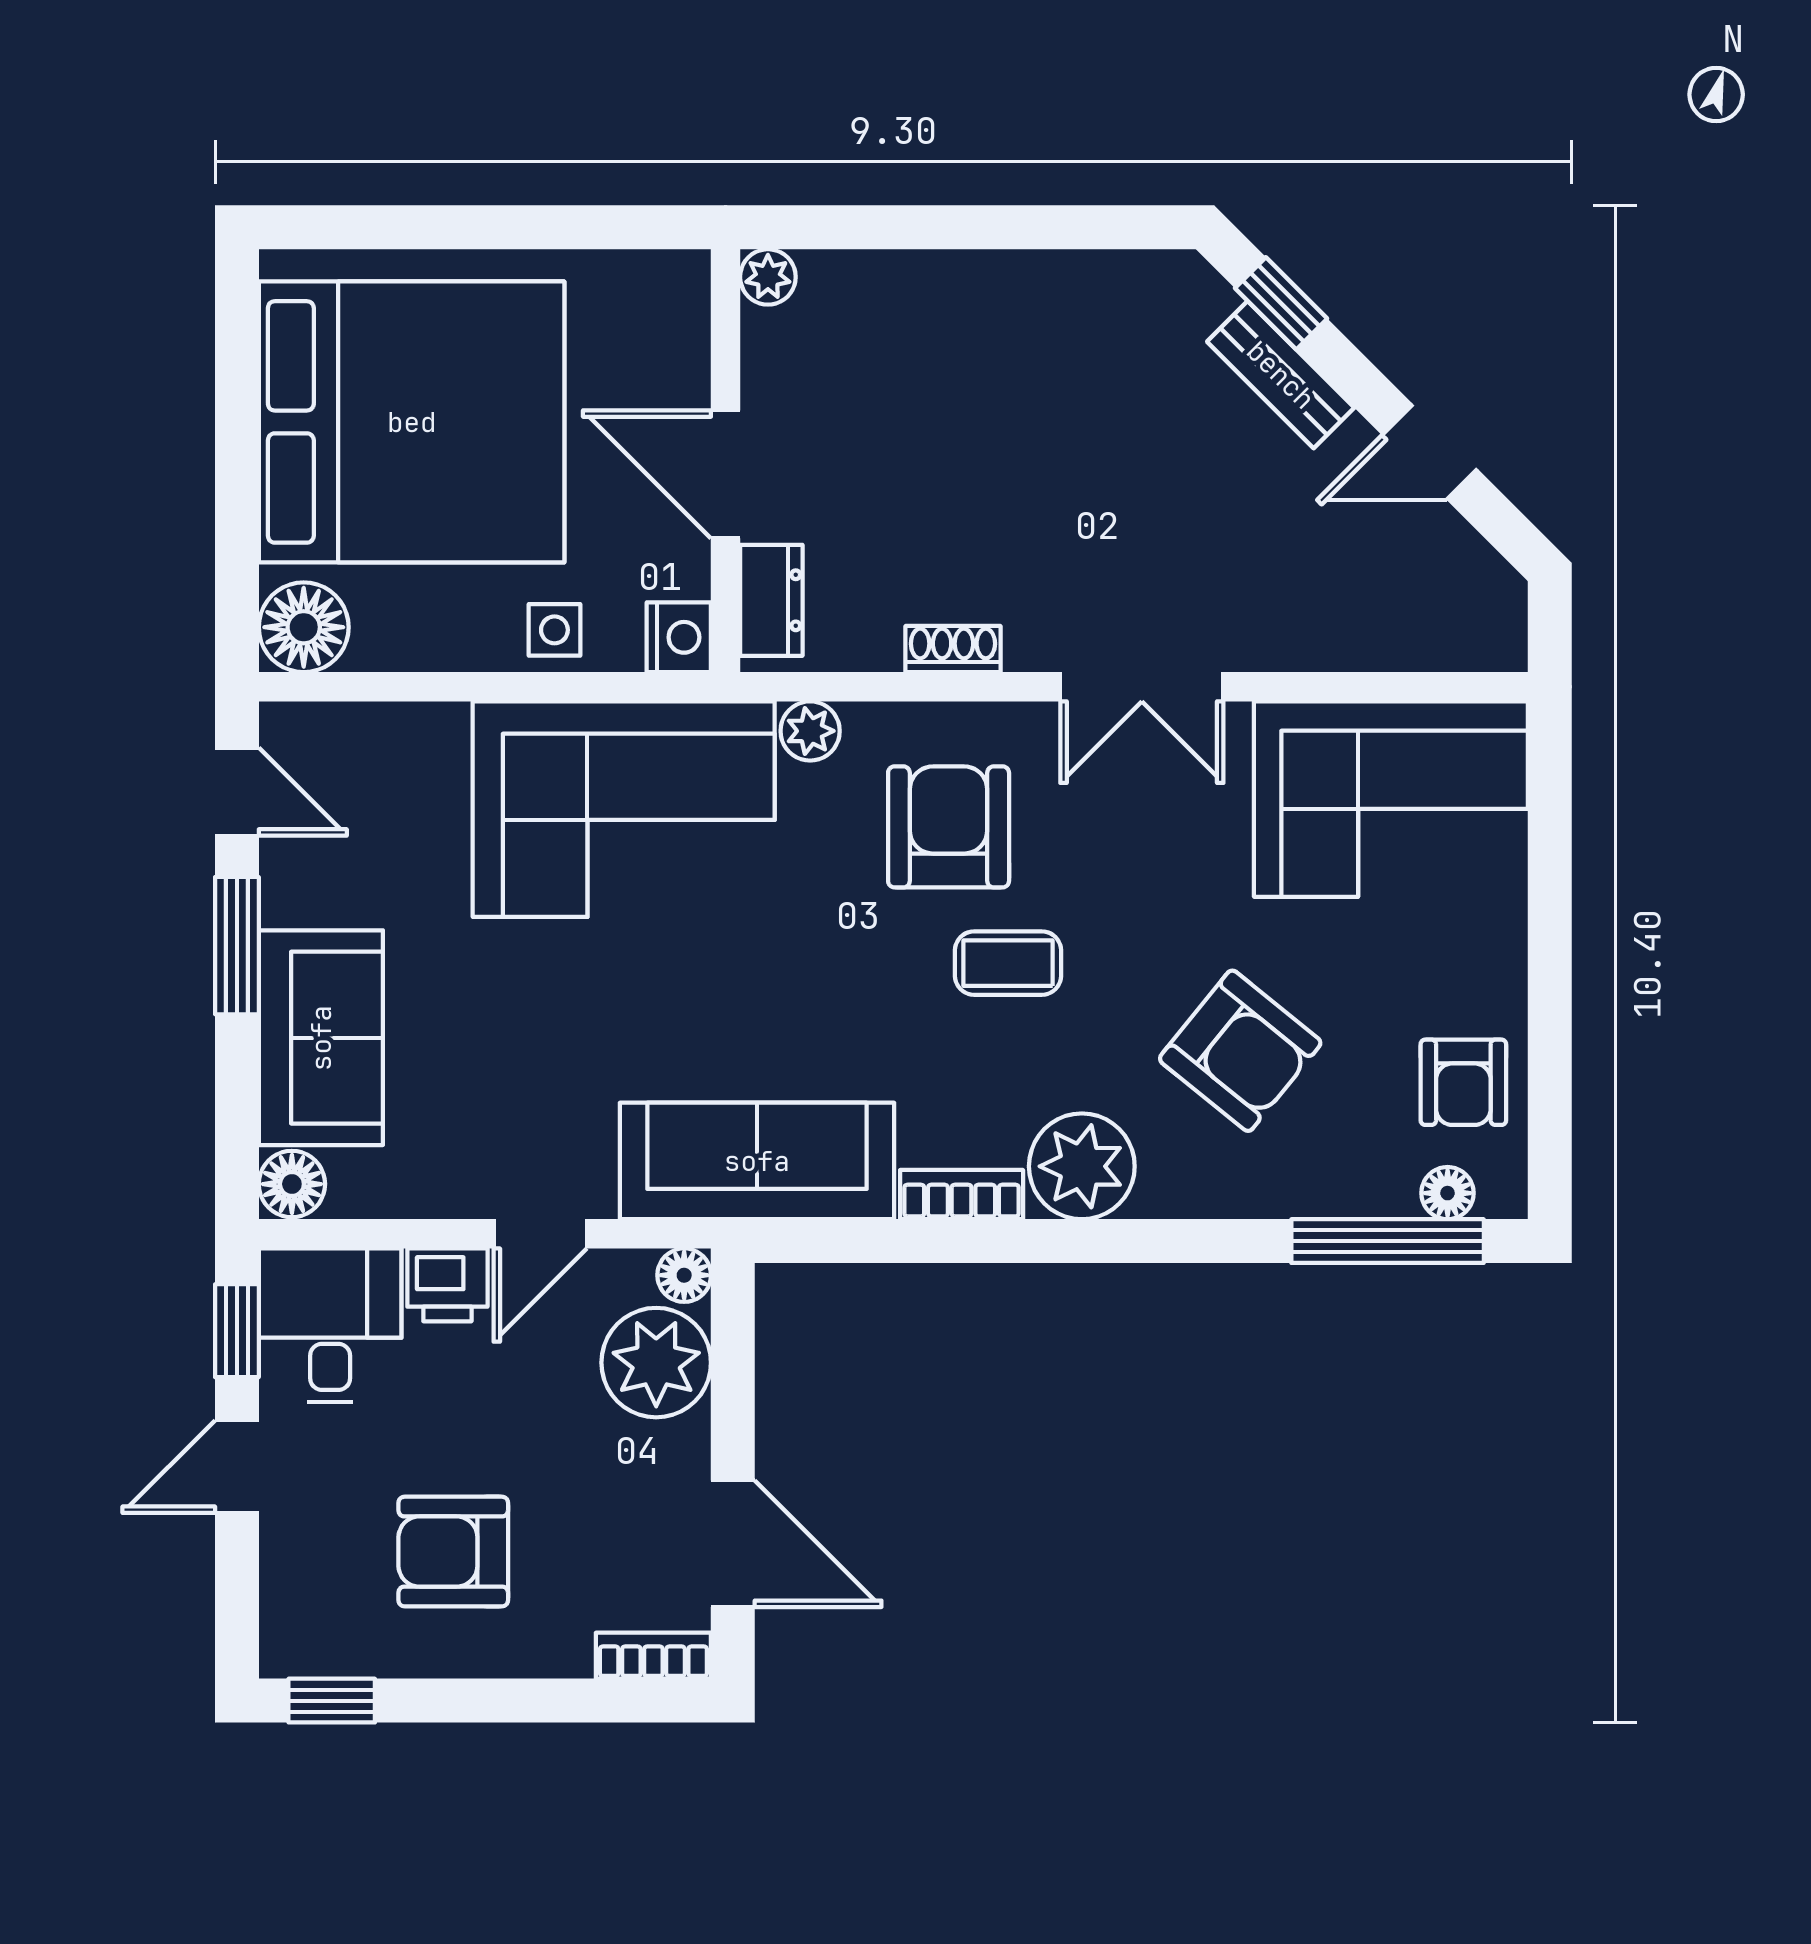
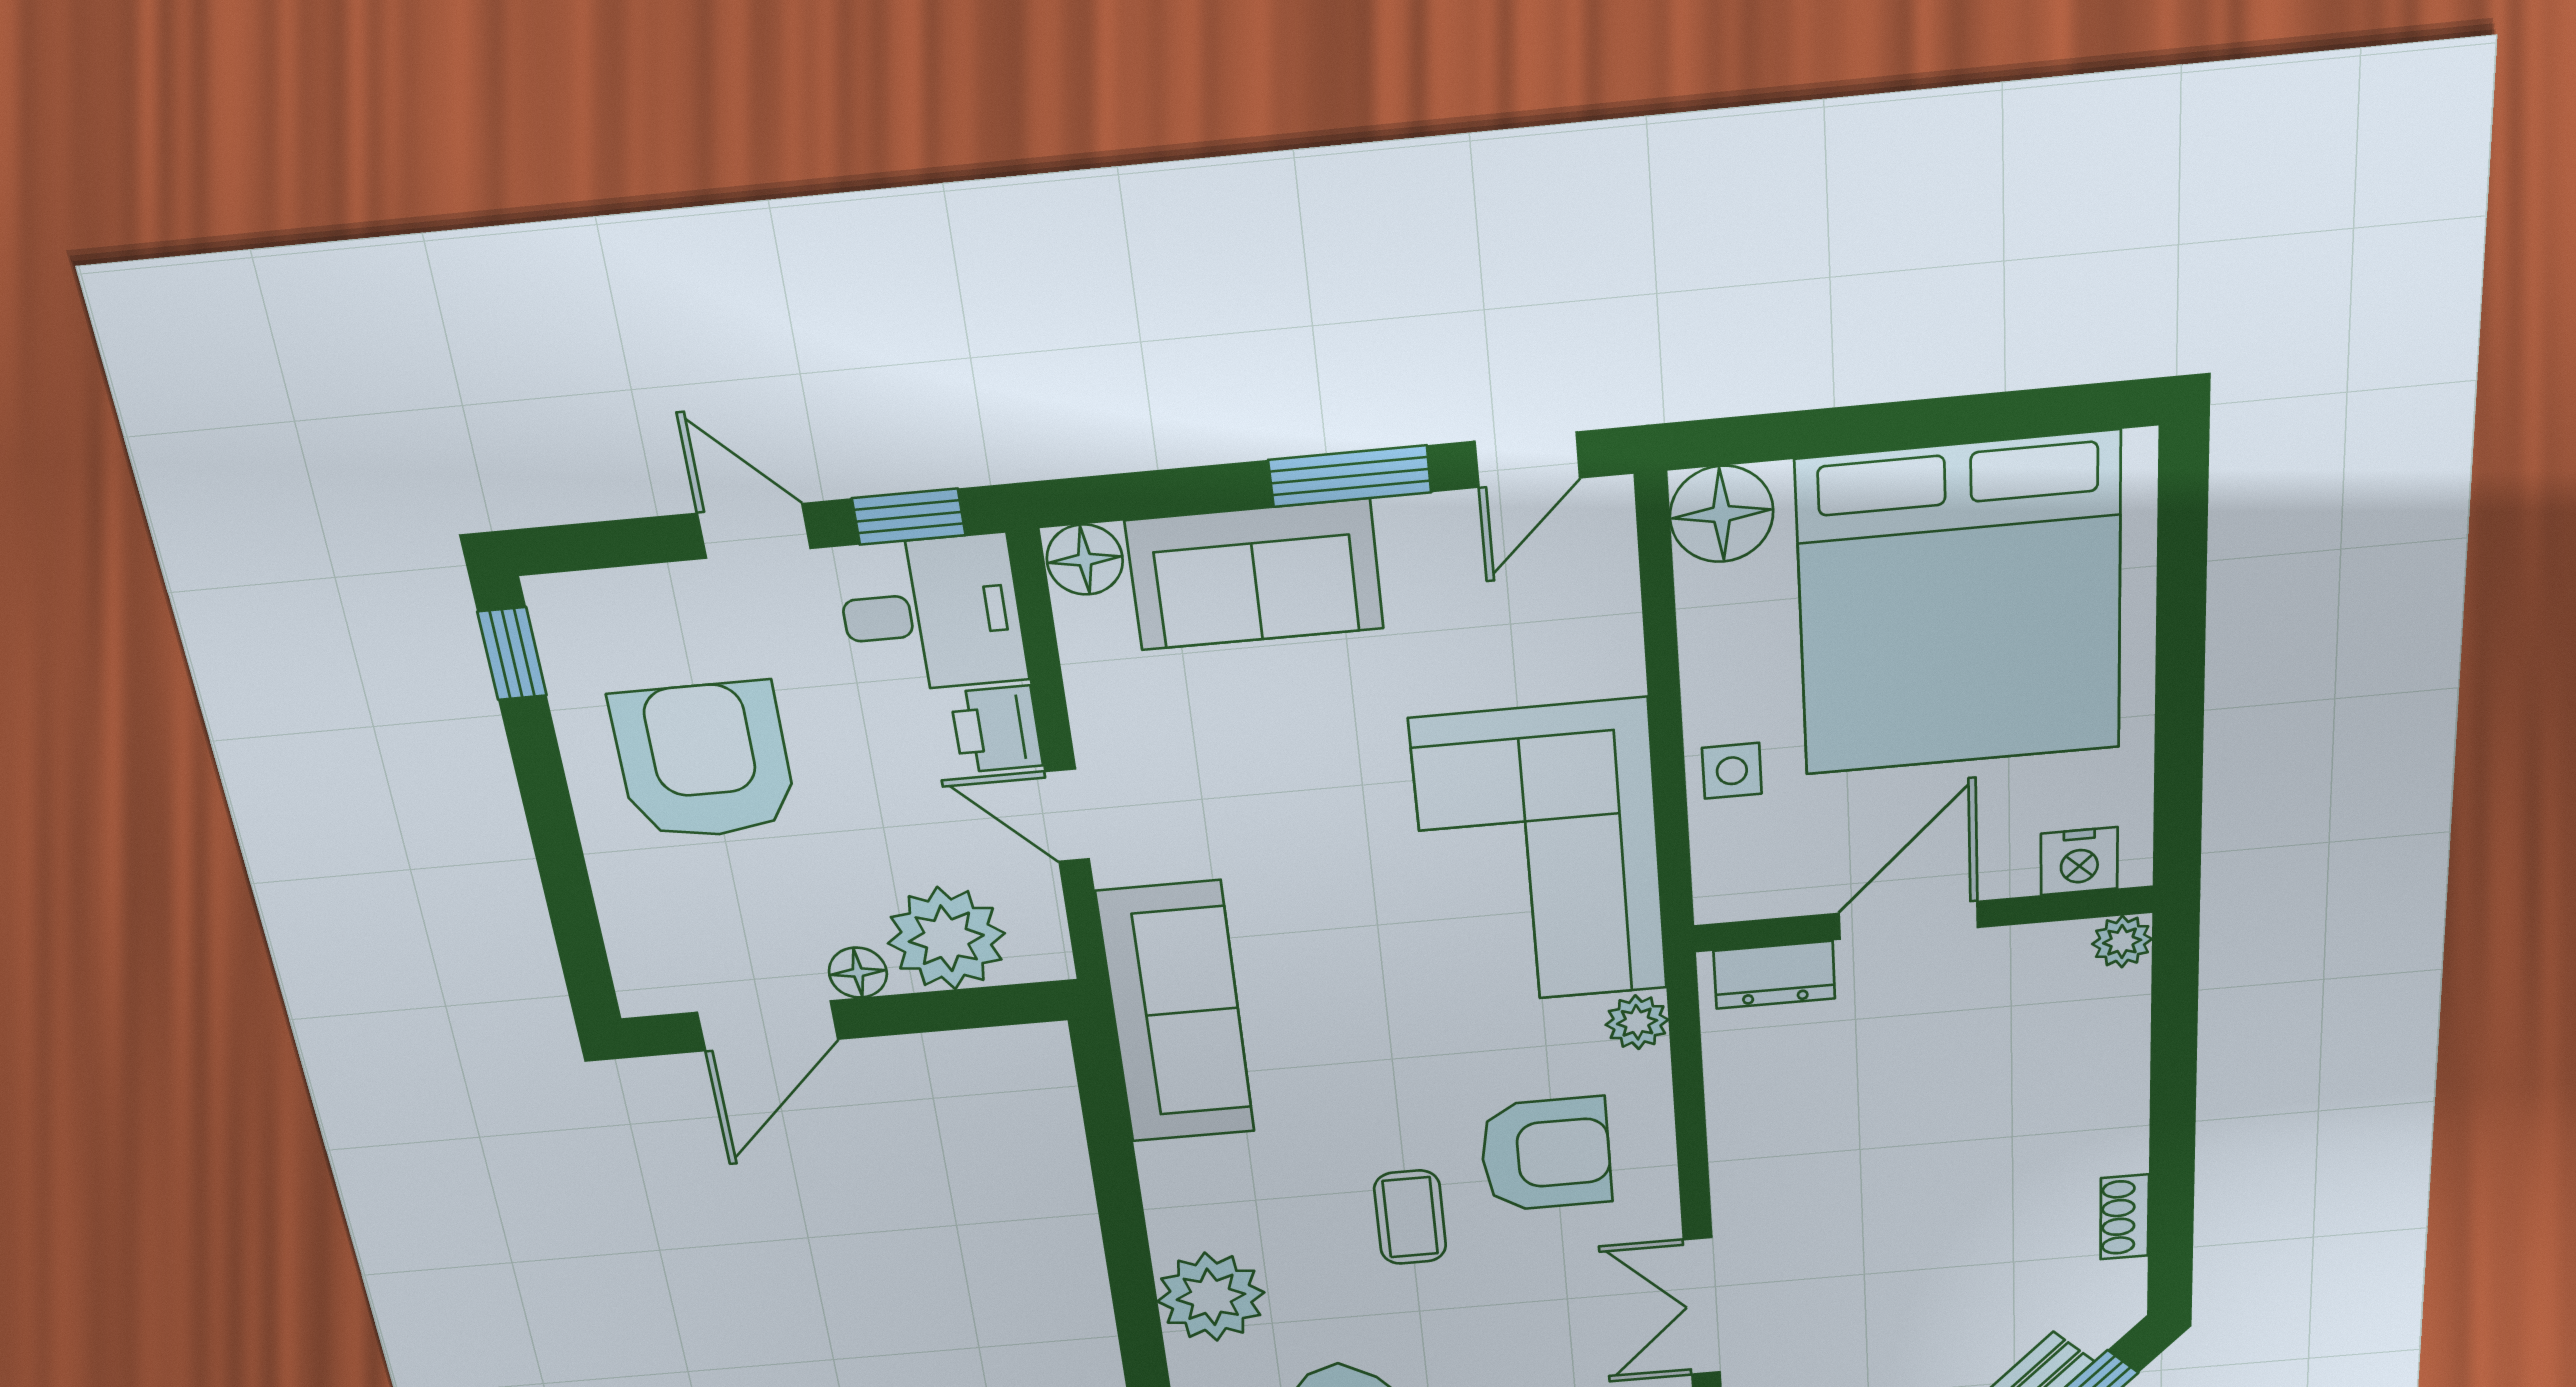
nightstand: (679, 637) -> (2079, 861), moved
shoe rack: (953, 649) -> (2125, 1217), moved, turned 180
bookcase: (962, 1195) -> (1167, 1197), removed
floor lamp: (684, 1275) -> (858, 973), moved
armchair: (453, 1552) -> (704, 761), width x1.36, depth x1.36
bookcase: (653, 1656) -> (633, 963), removed

